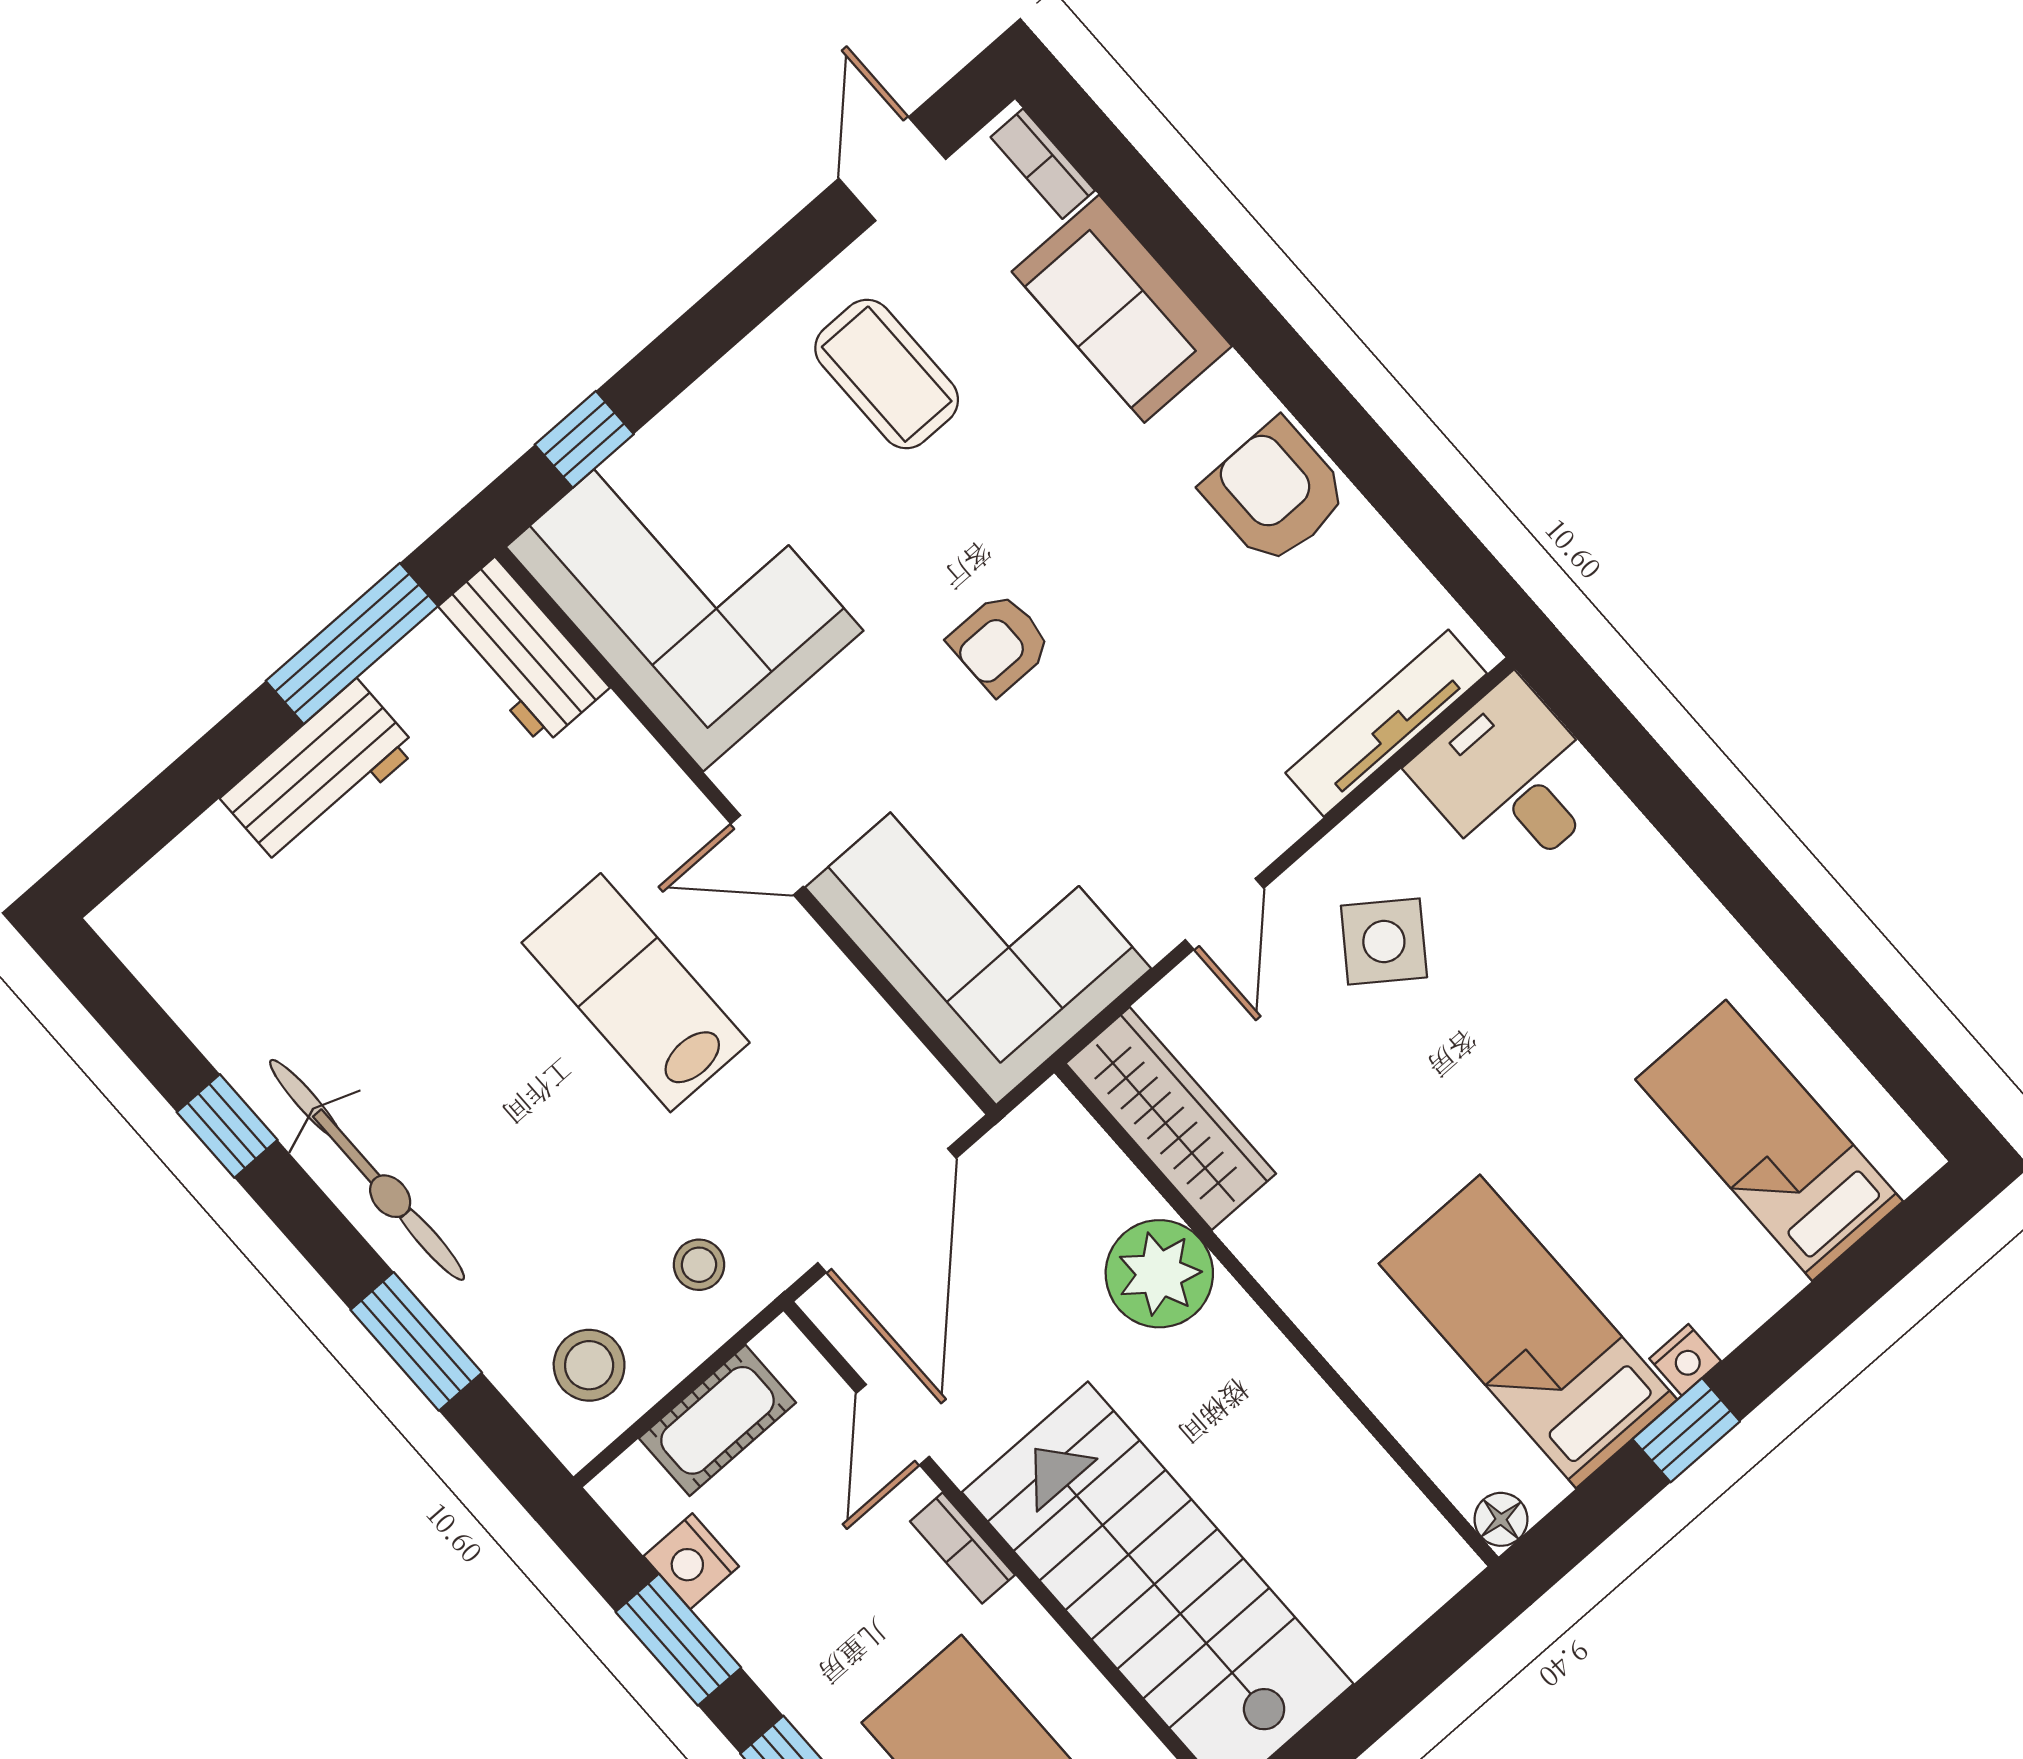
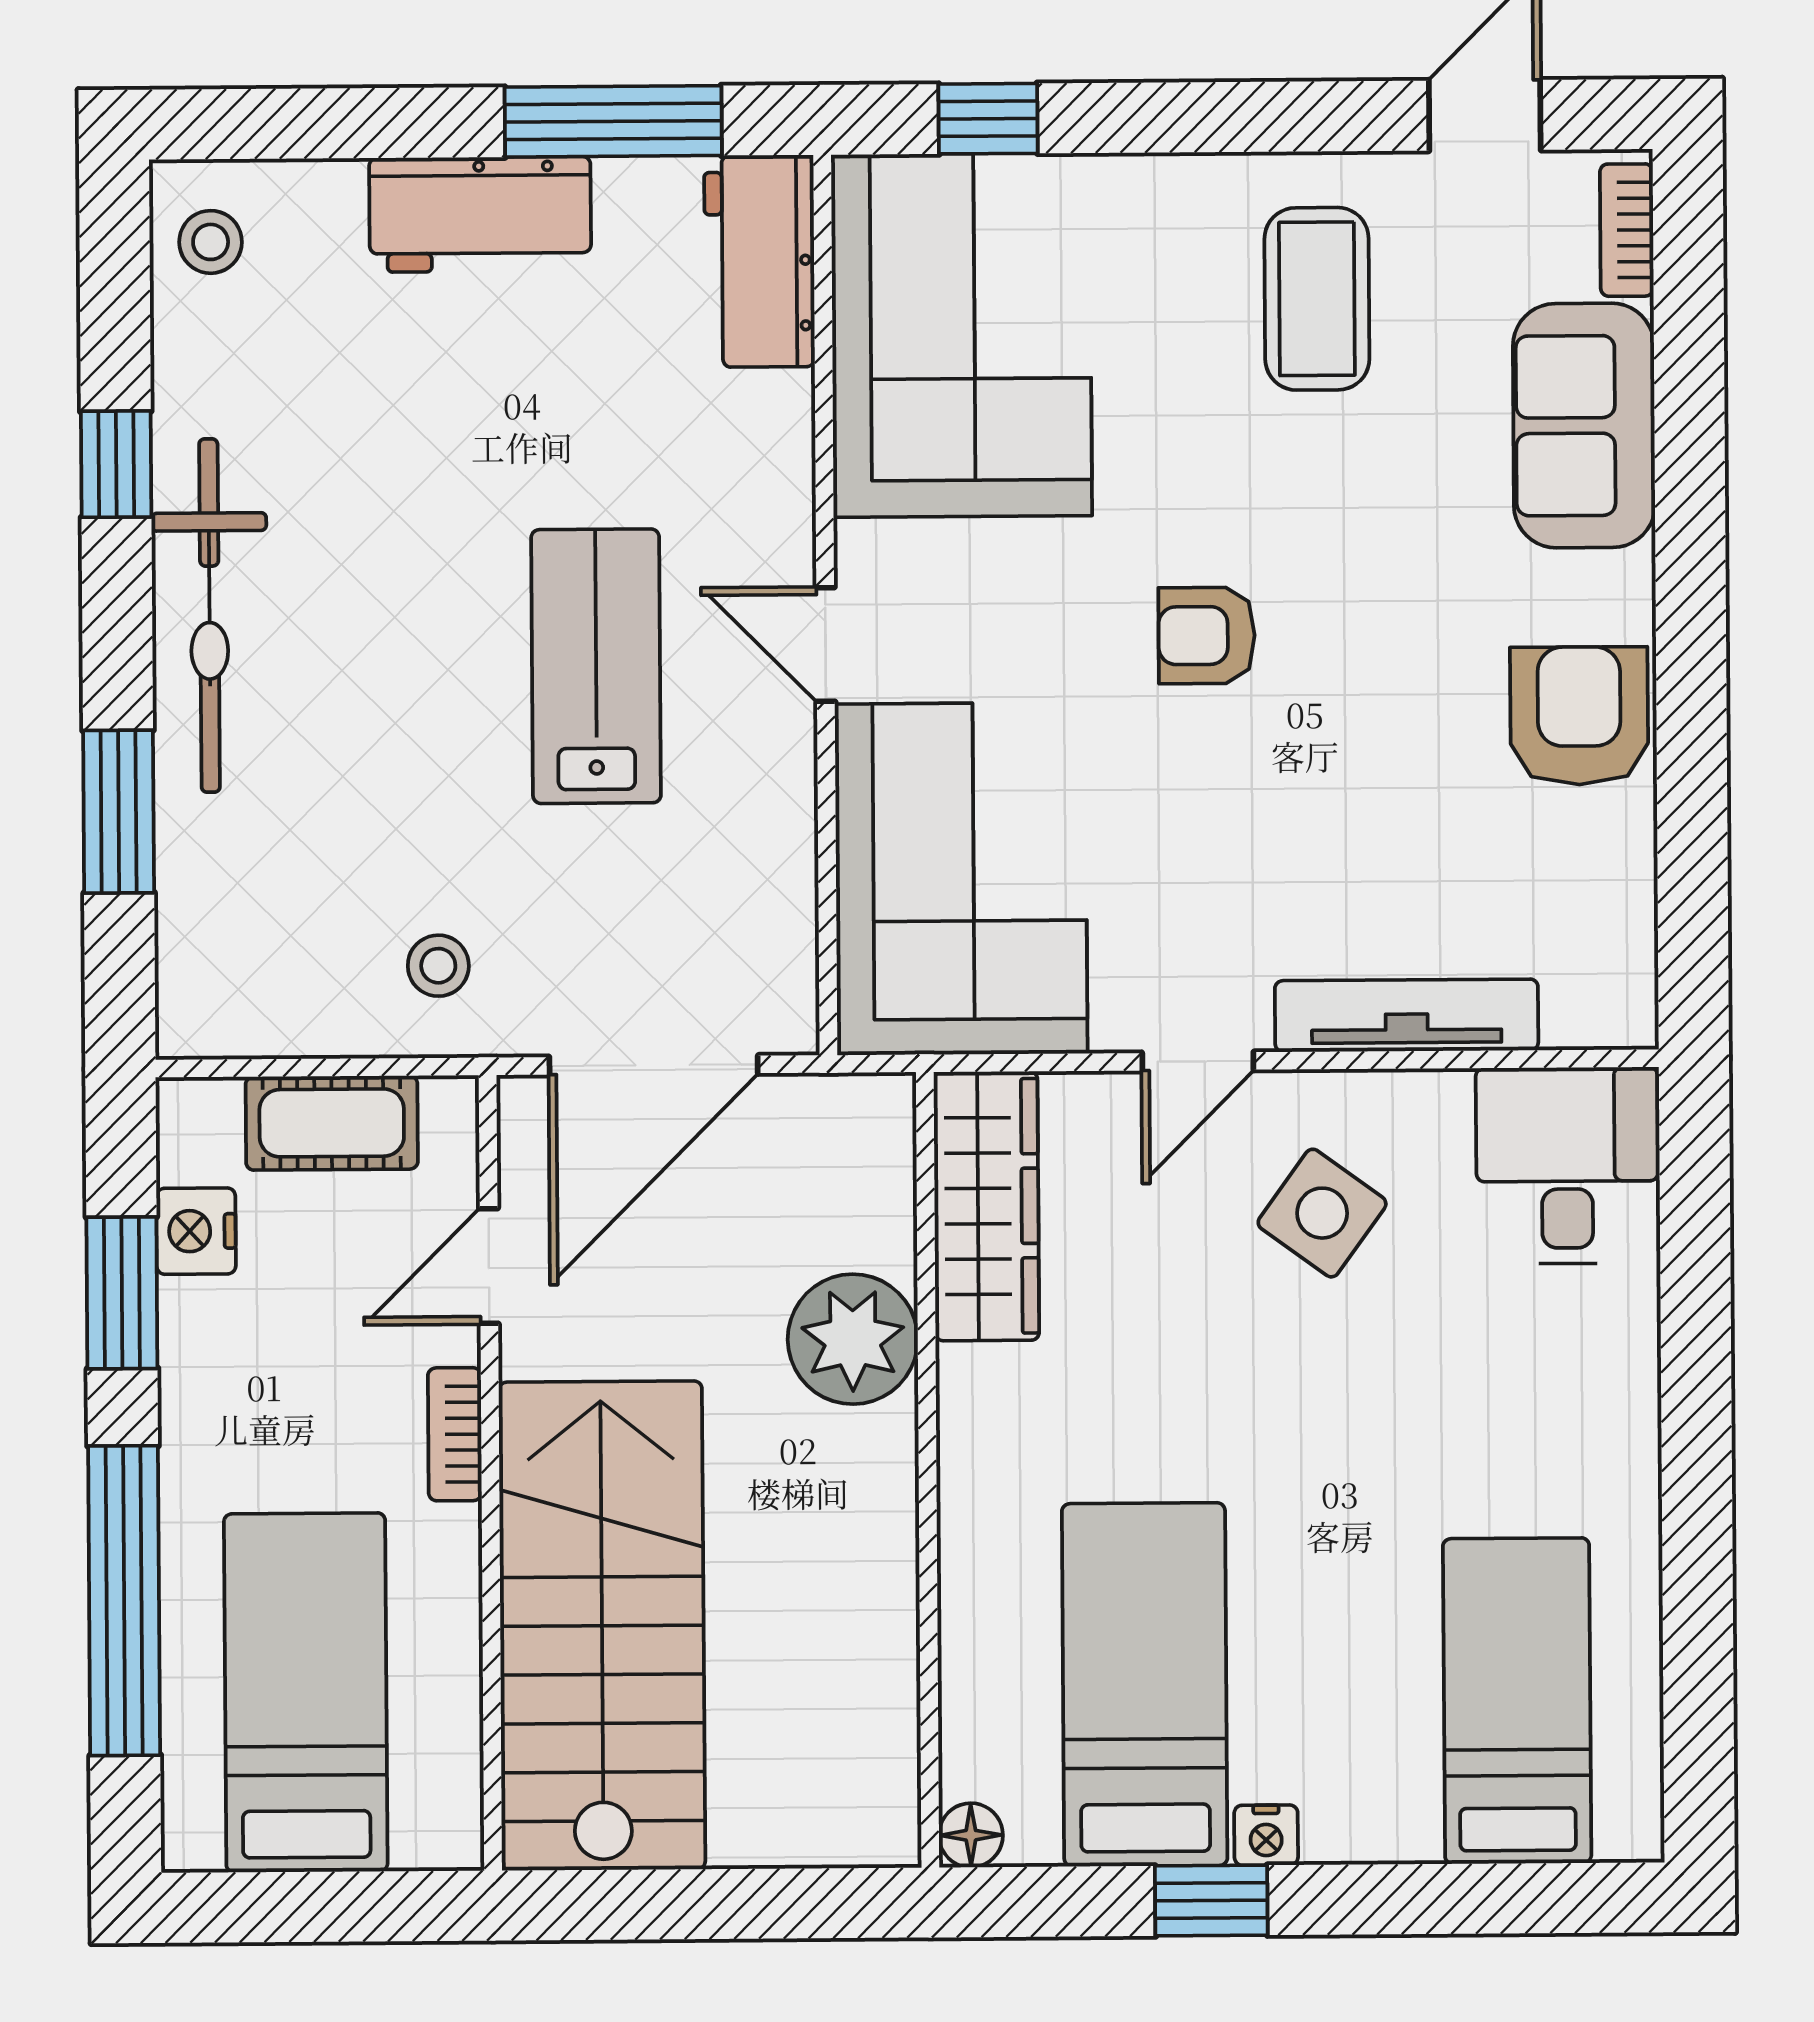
tv unit: (1386, 723) -> (1407, 1016), moved
stool: (589, 1365) -> (211, 242), moved, width x0.73, depth x0.73

